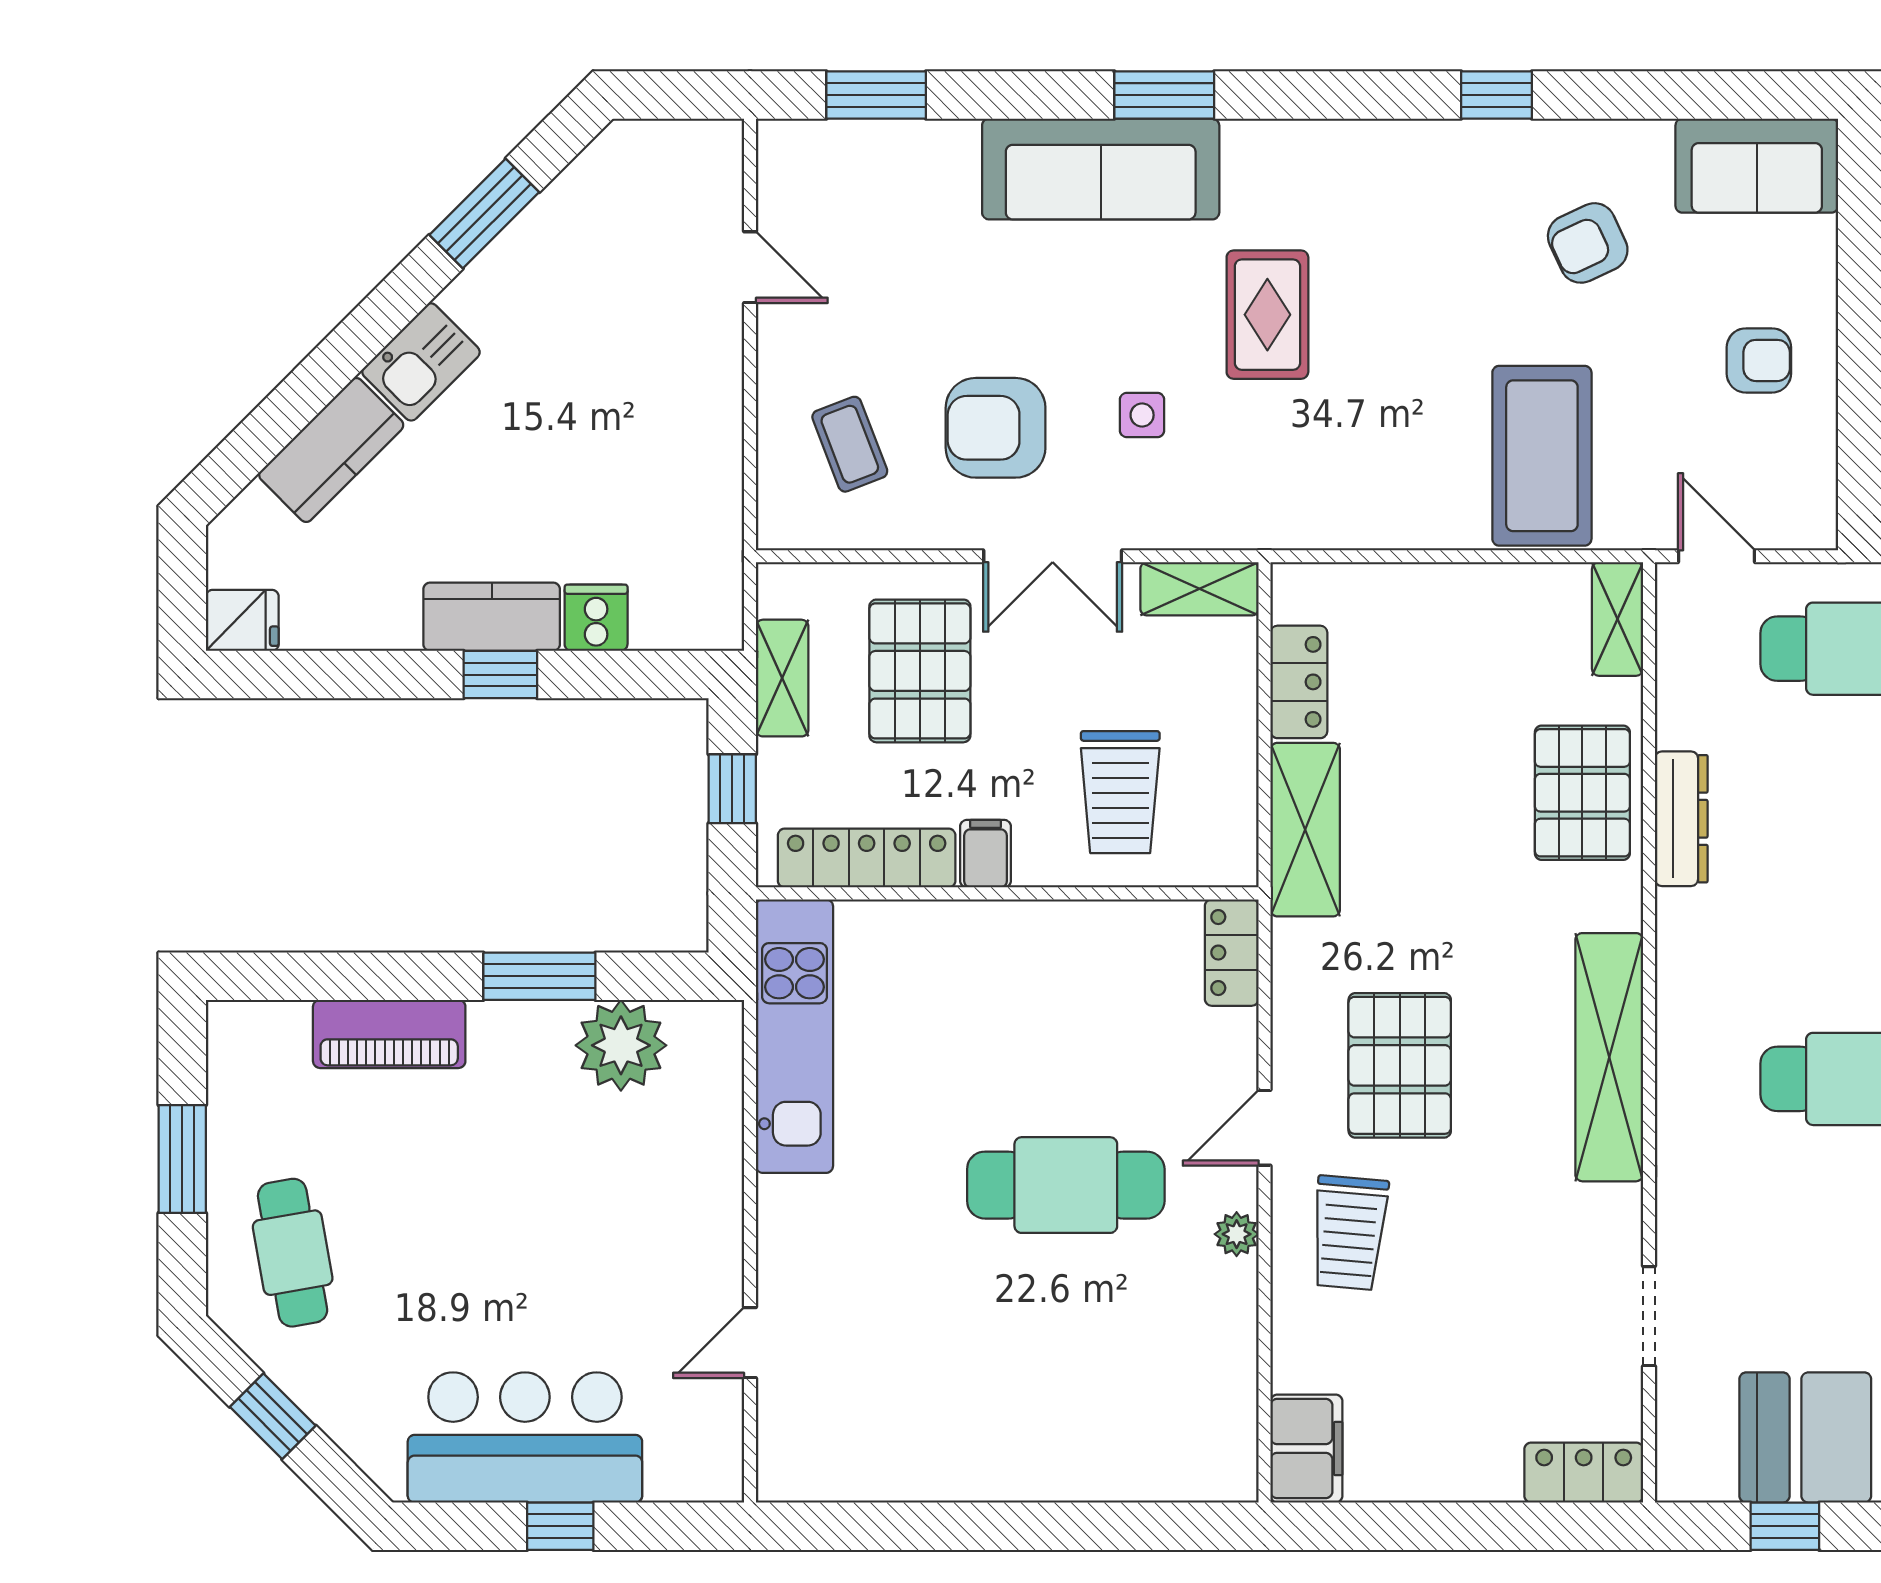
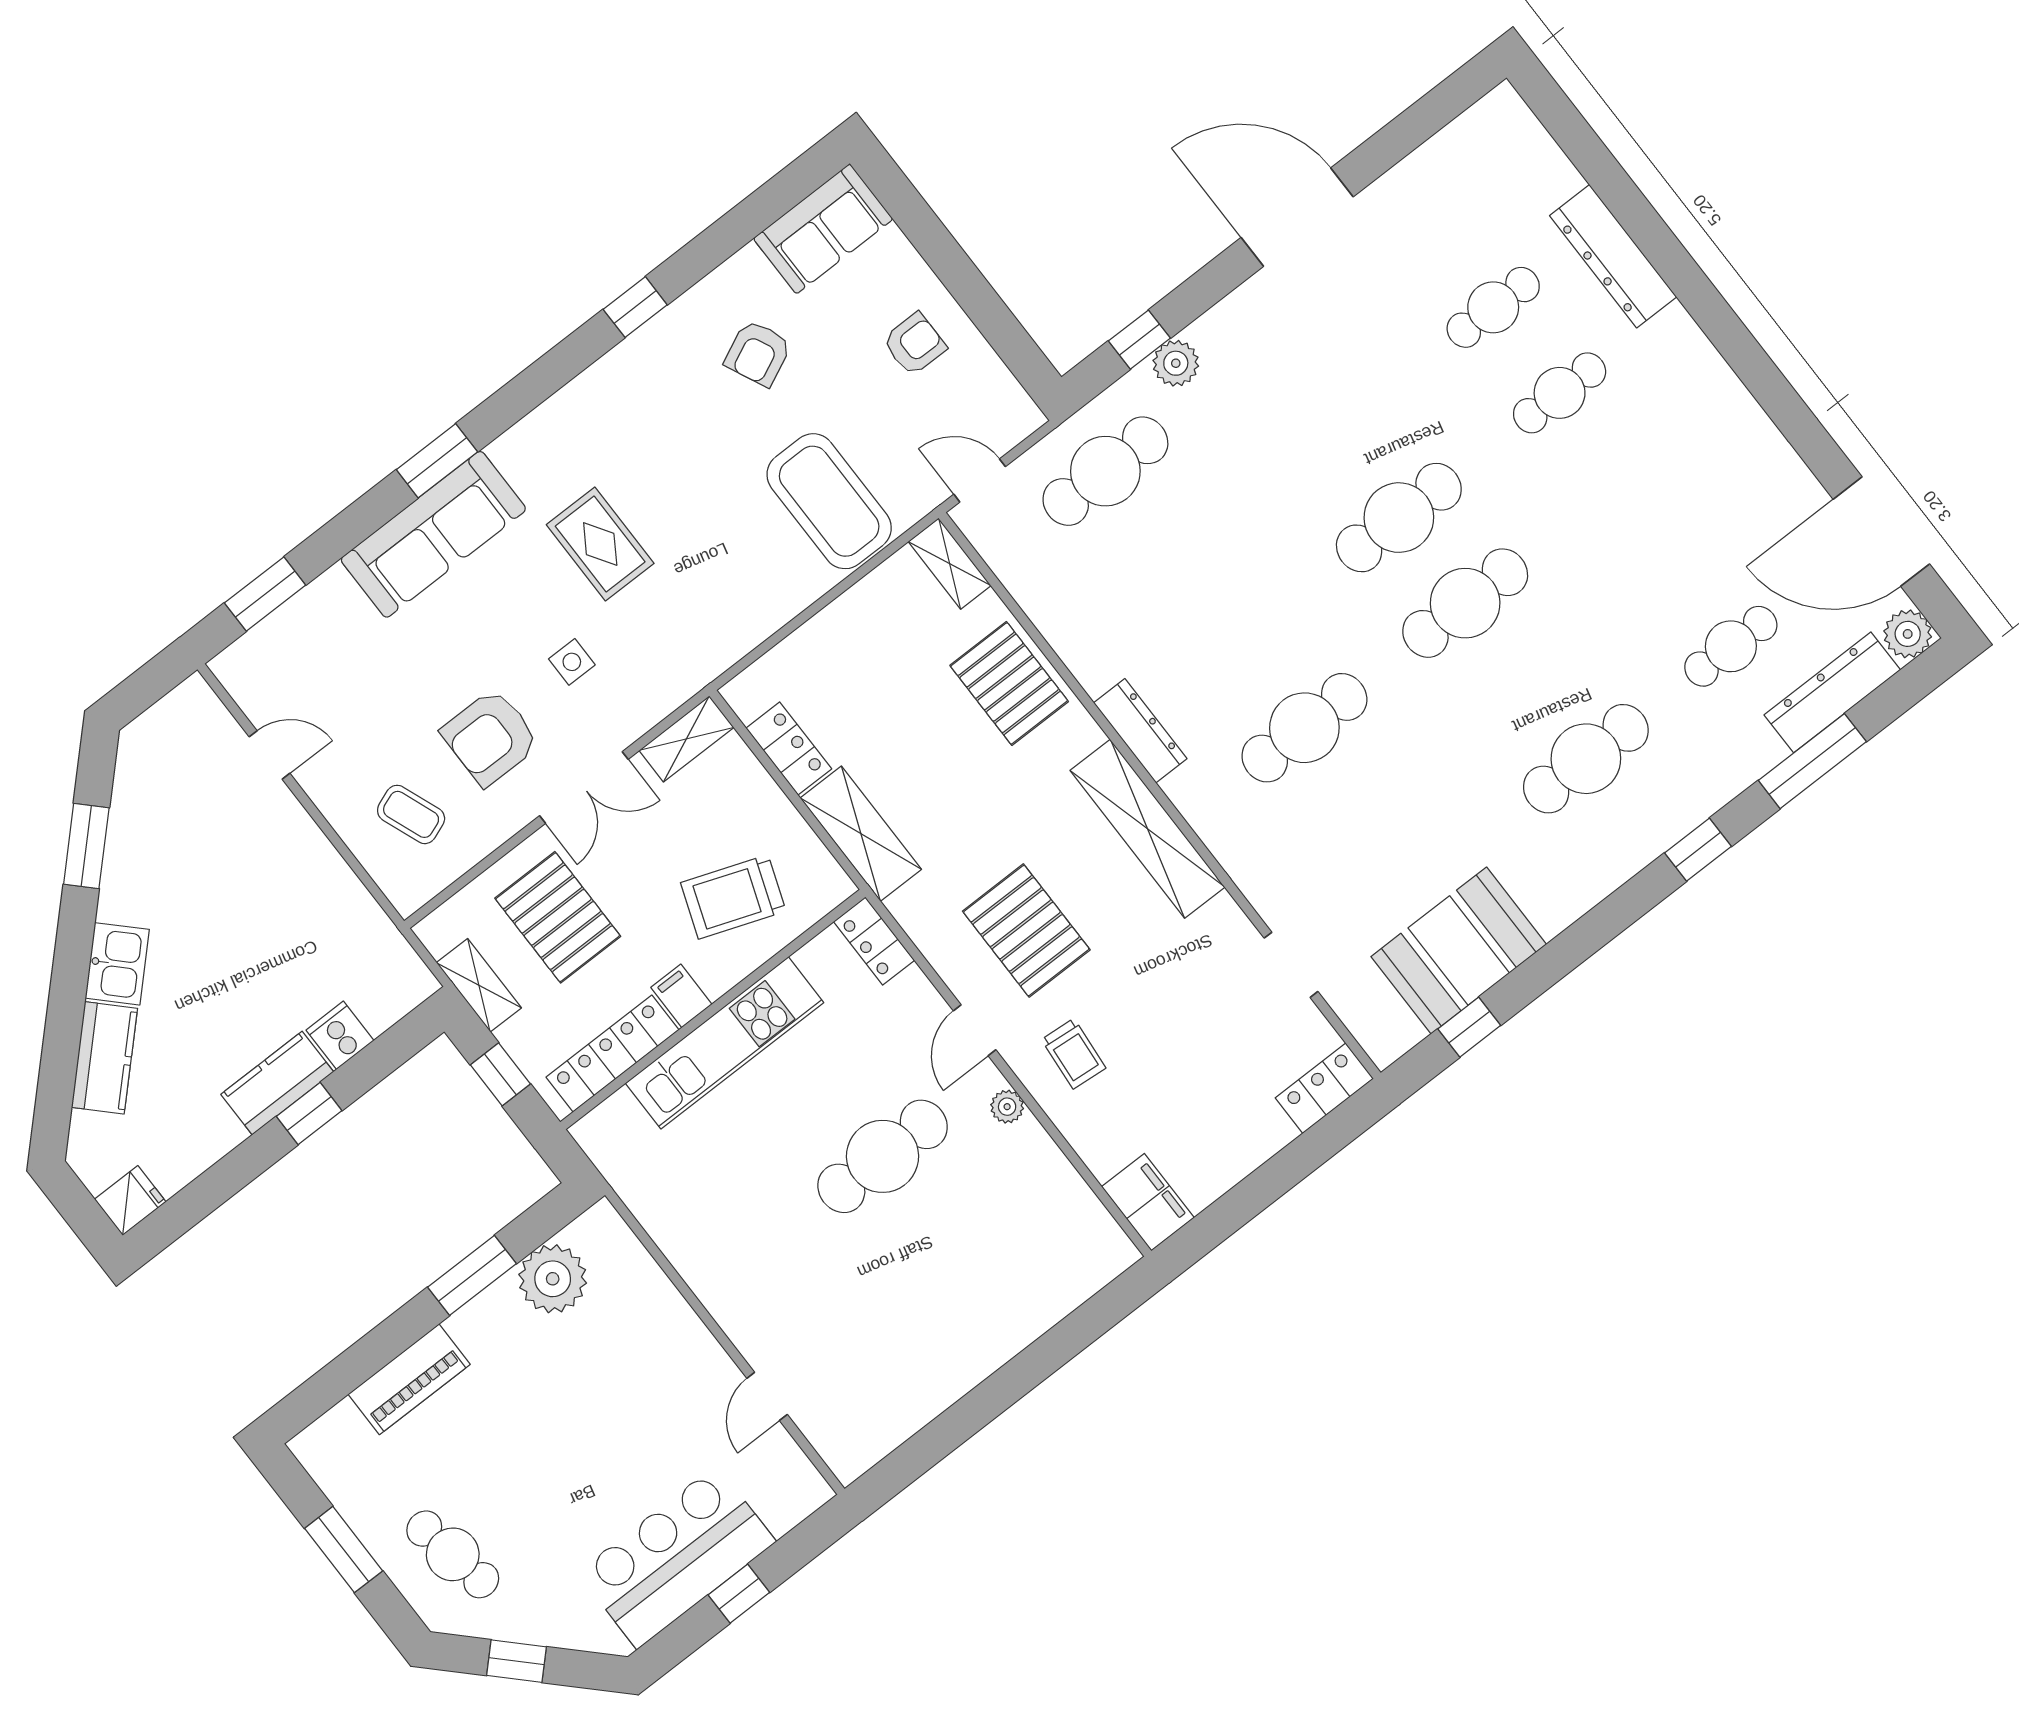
trolley: (1120, 792) -> (733, 897), turned 110
dresser: (1681, 819) -> (1140, 731), moved
kitchen unit: (794, 1036) -> (725, 1043), moved, turned 90
trolley: (1349, 1233) -> (1074, 1054), width x0.73, depth x0.72

